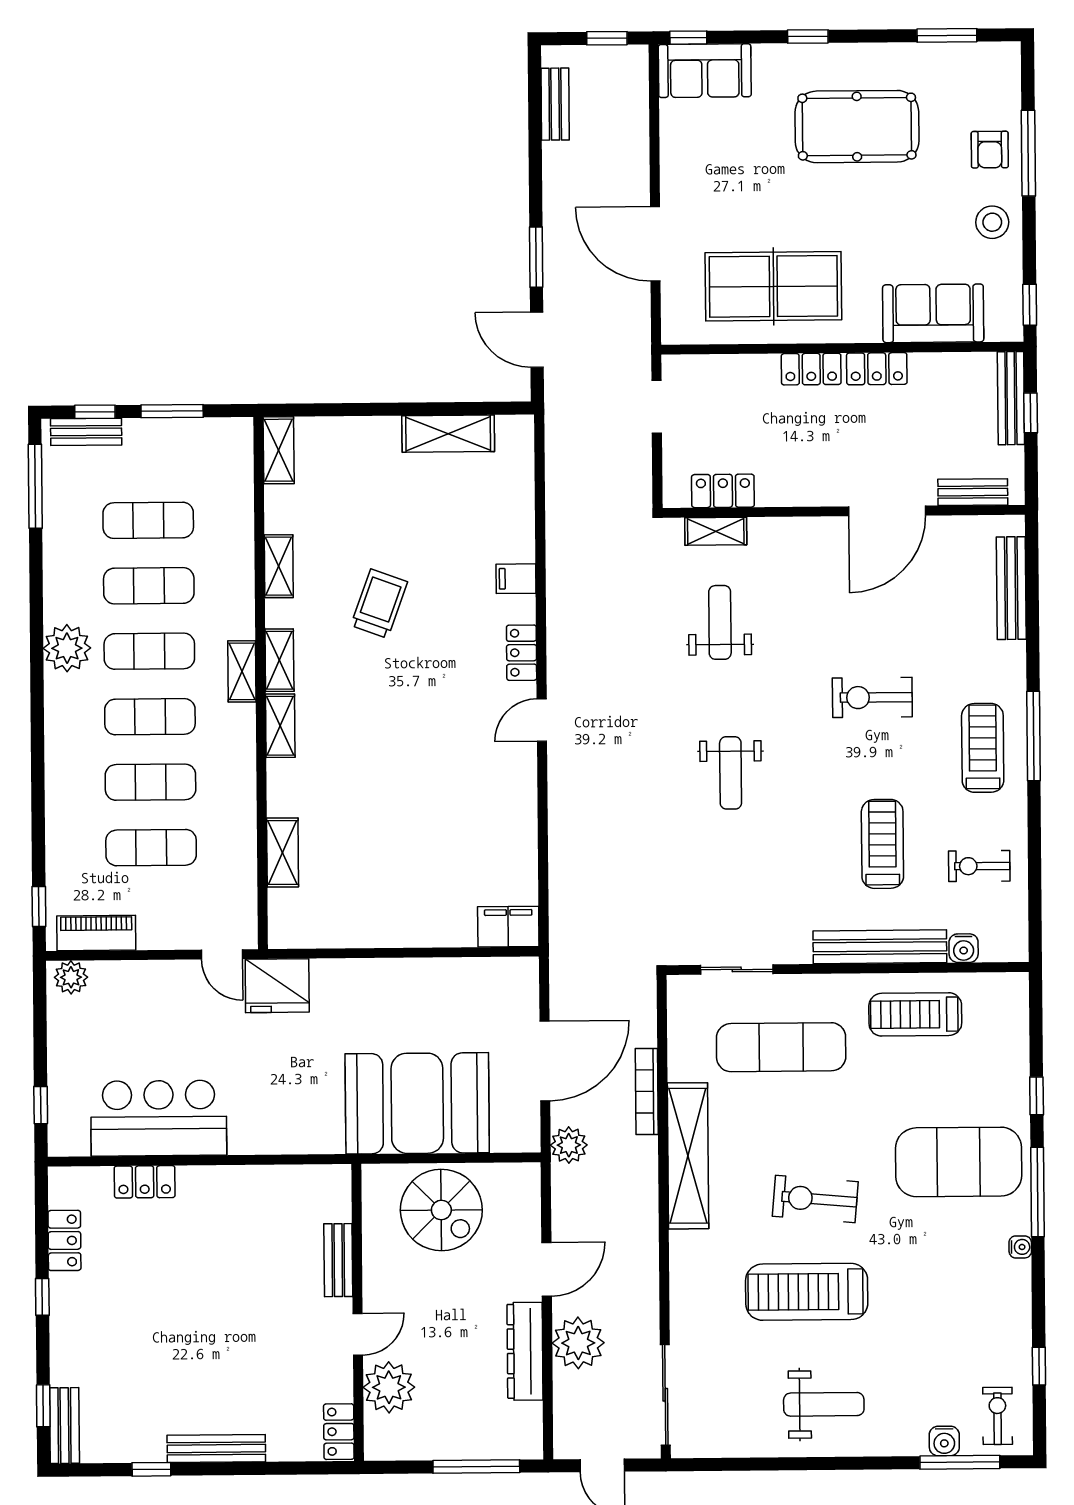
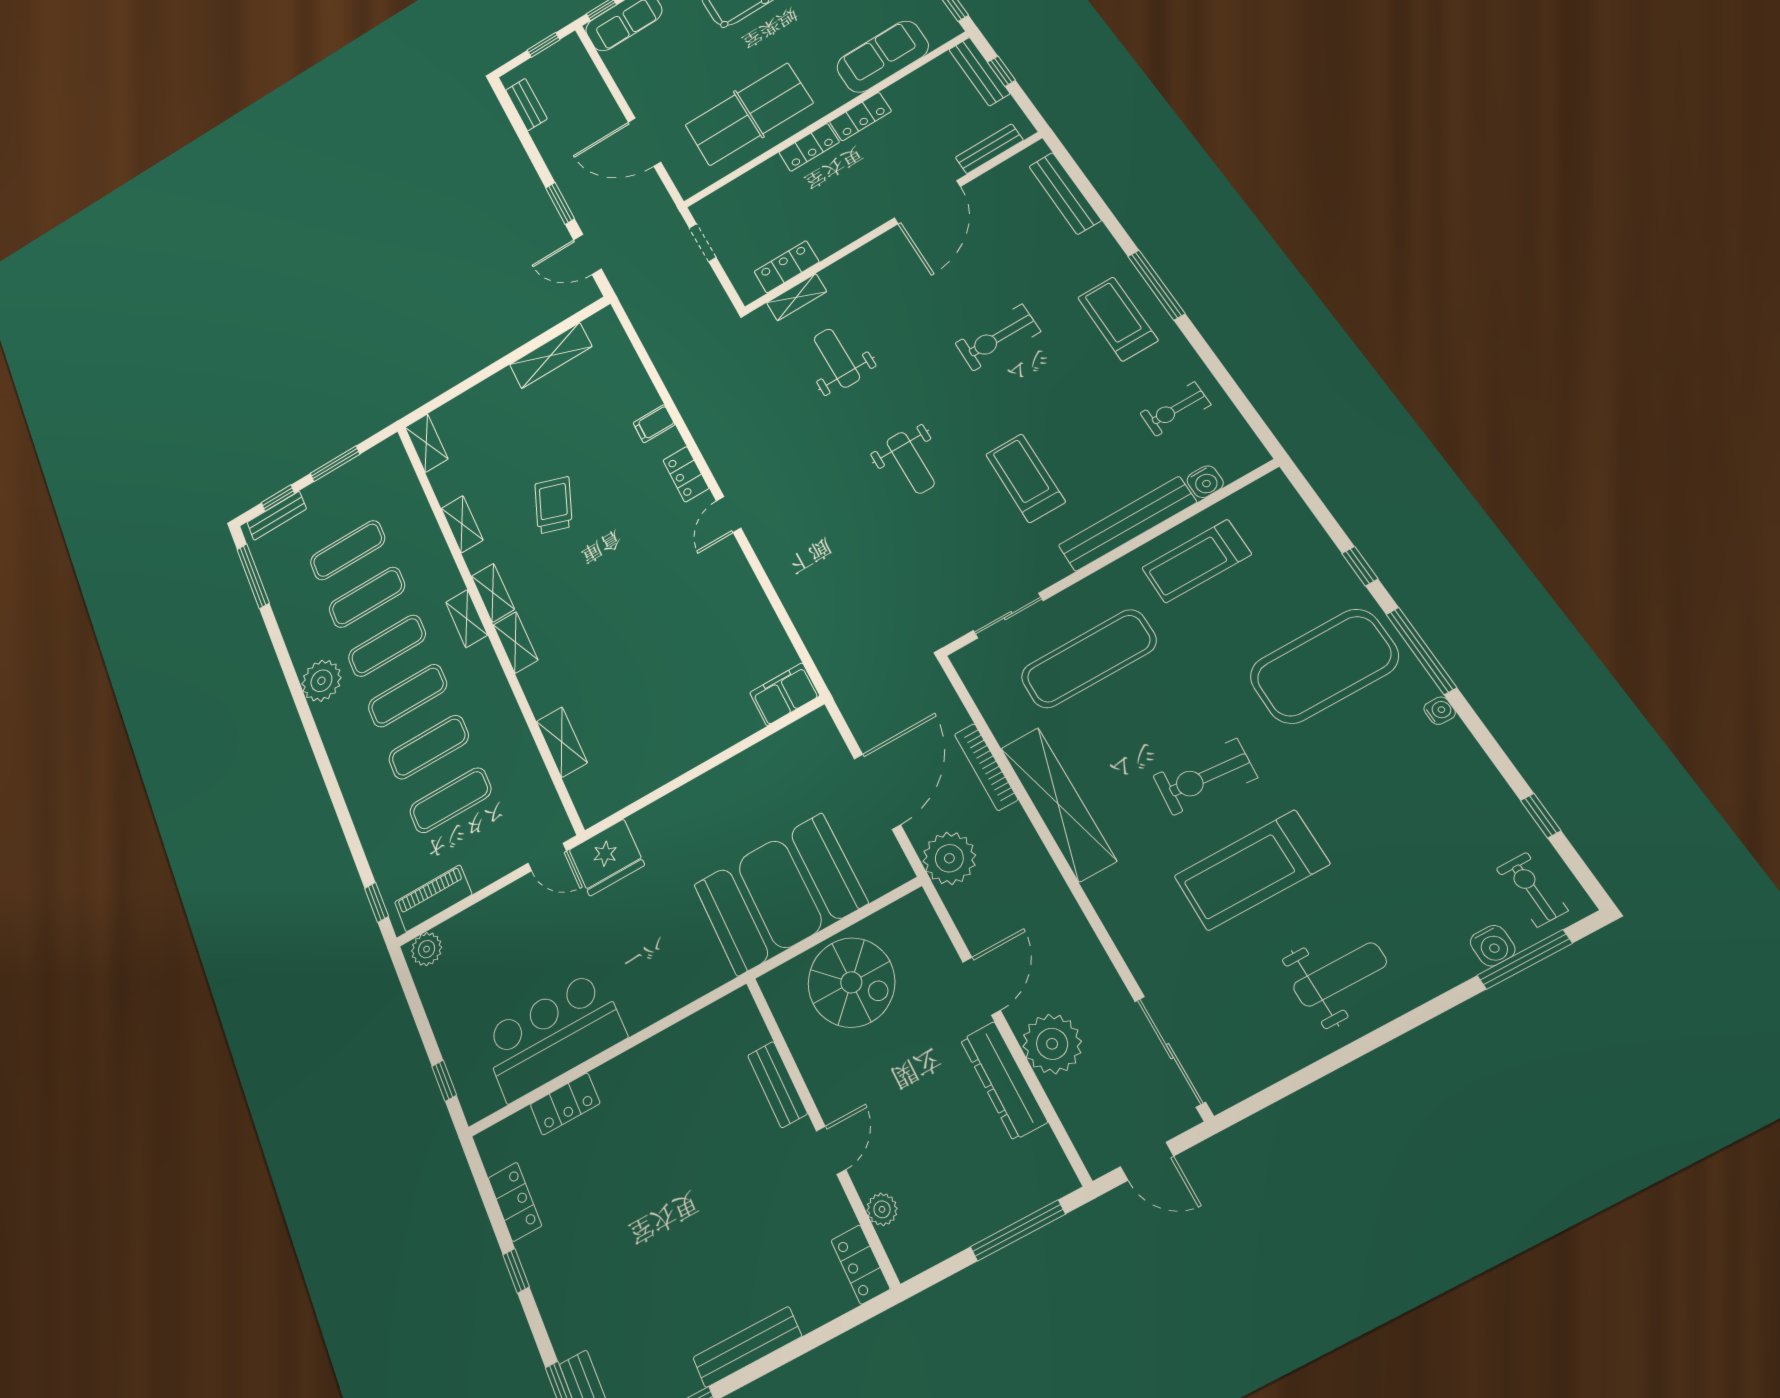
treadmill: (882, 844) -> (1025, 478), moved
plant: (569, 1145) -> (949, 858), width x1.36, depth x1.36
plant: (389, 1387) -> (882, 1209), width x0.53, depth x0.53

